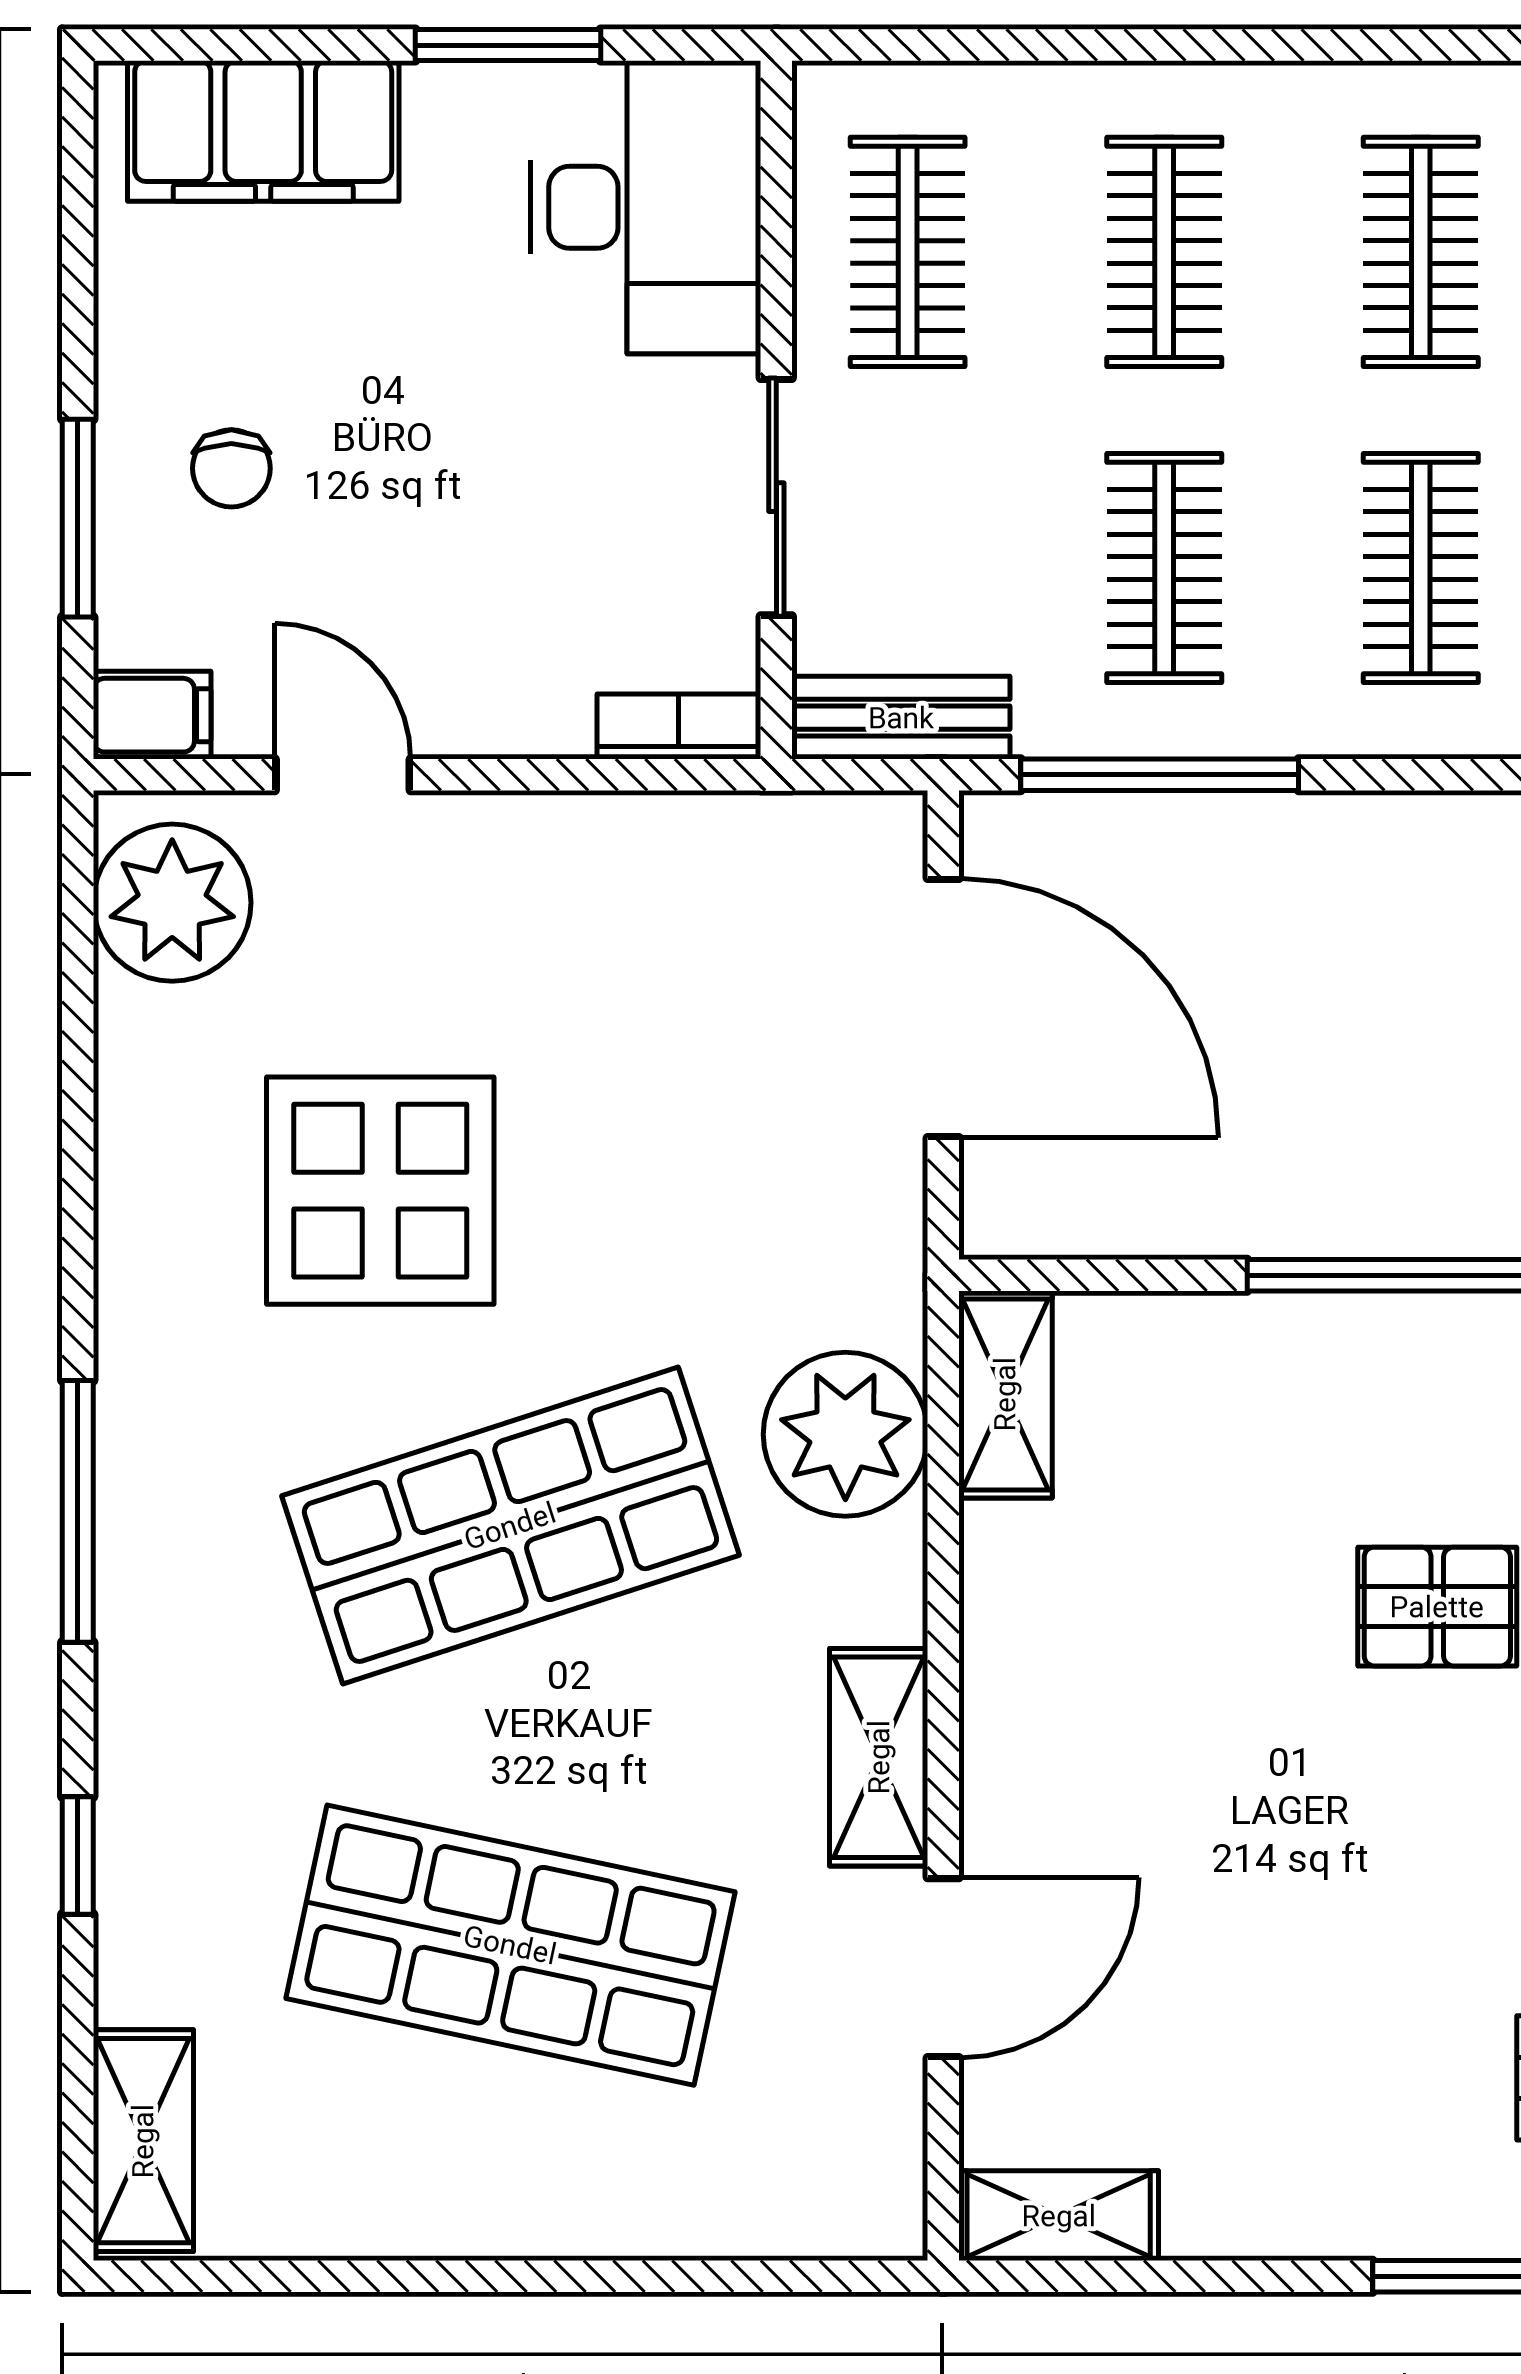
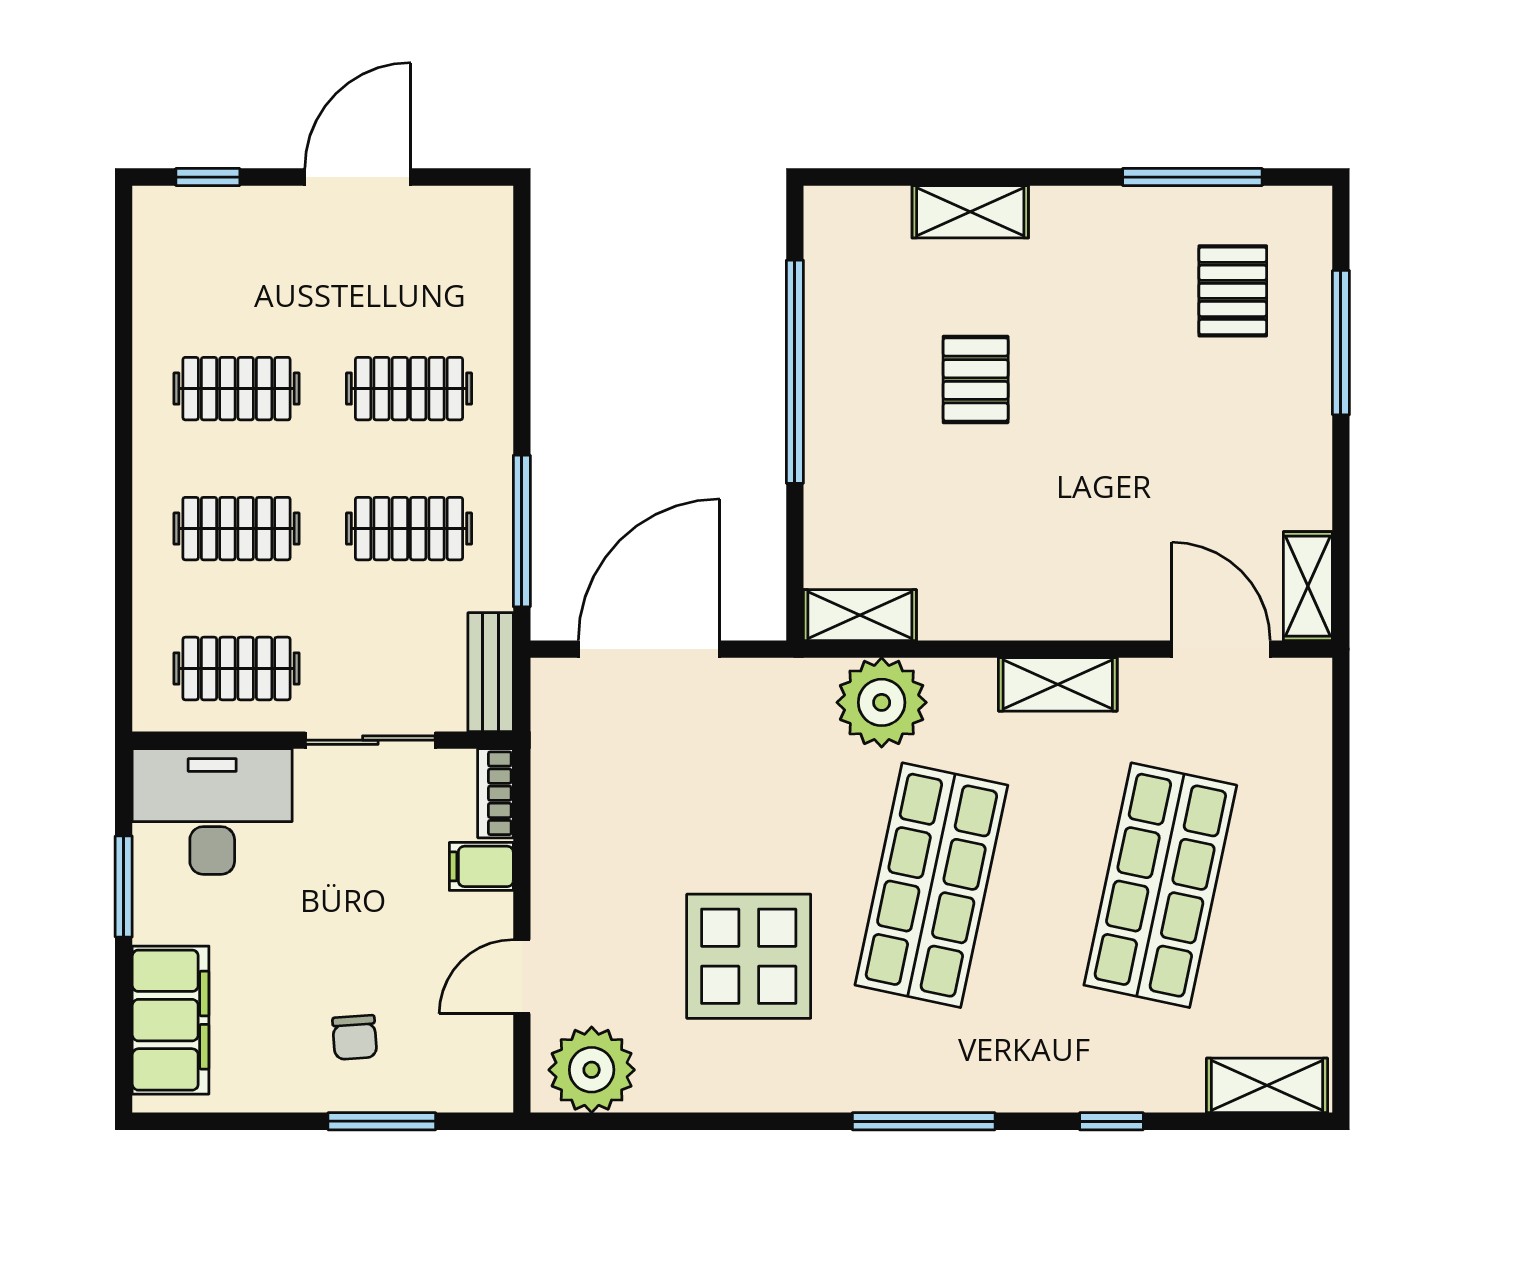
chair: (231, 468) -> (355, 1037), turned 86
filing cabinet: (152, 715) -> (481, 866), moved, turned -90
shop shelf: (510, 1526) -> (931, 885), turned 30
door: (943, 1968) -> (1221, 649), moved

